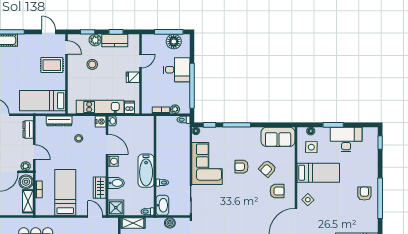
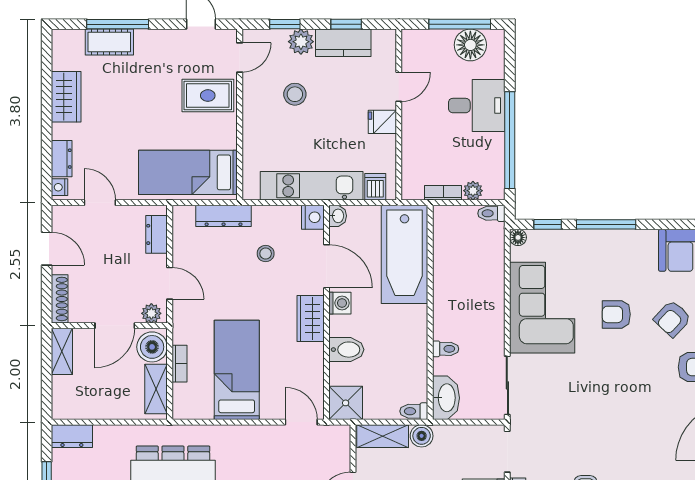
door: (67, 47) -> (240, 57), hinge flipped
bathtub: (146, 171) -> (405, 254), moved, width x1.36, depth x1.36
wardrobe: (100, 188) -> (311, 319), moved
boiler: (170, 223) -> (422, 436), moved

